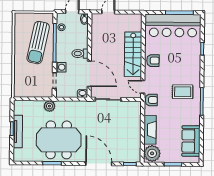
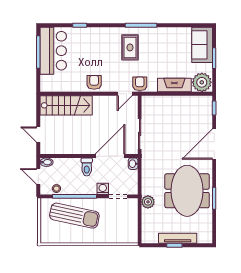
bar counter: (173, 25) -> (53, 51), width x0.73
stairs: (133, 54) -> (66, 105), moved
sofa: (191, 141) -> (202, 45), moved, turned 90

